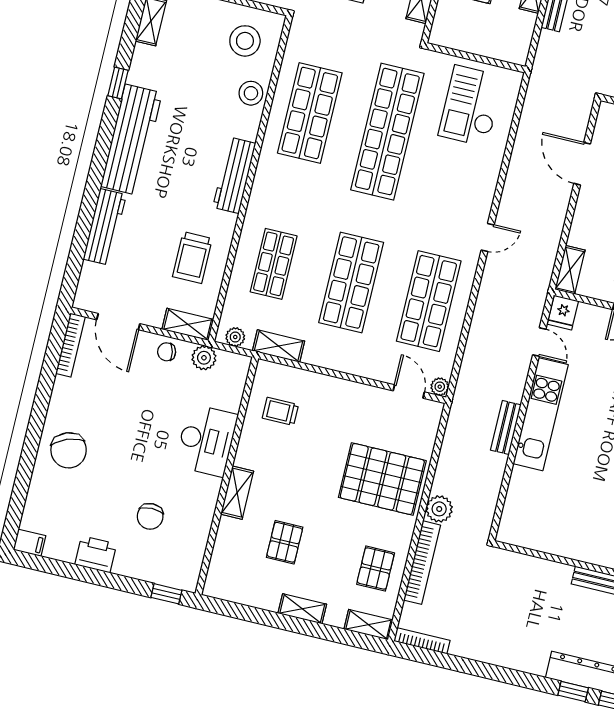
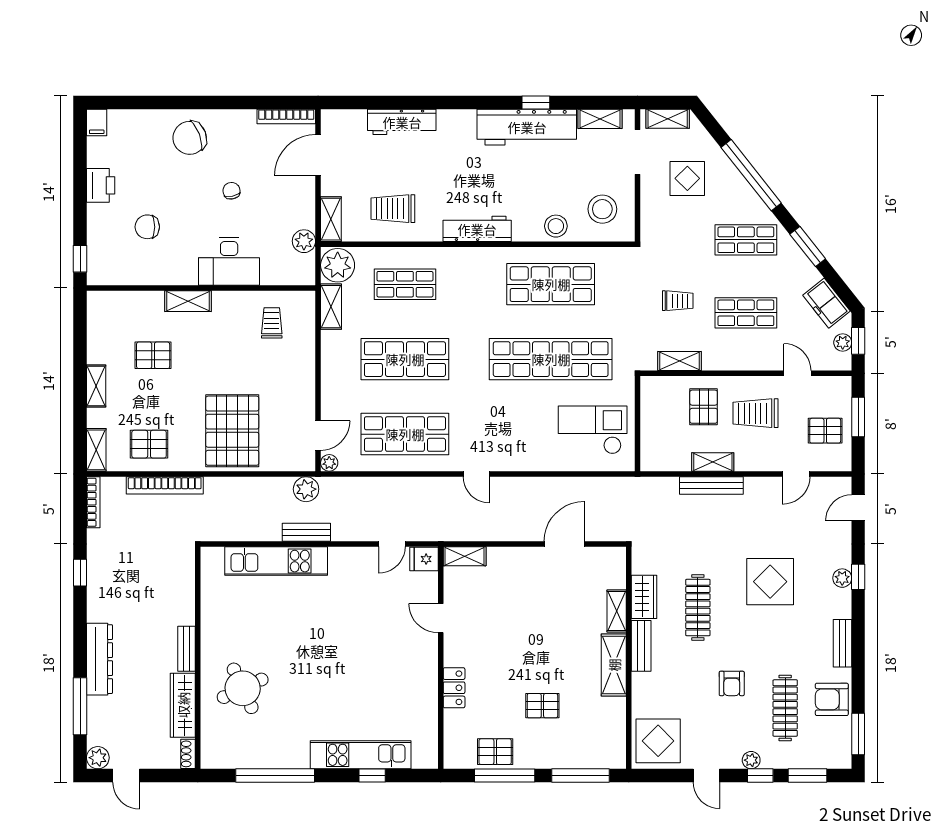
workbench: (131, 140) -> (527, 127), moved
plant: (235, 337) -> (338, 265), width x1.88, depth x1.88
chair: (167, 352) -> (231, 191), moved
kitchen unit: (541, 414) -> (276, 561), moved
plant: (439, 509) -> (306, 489), moved
window: (573, 691) -> (80, 573), moved

